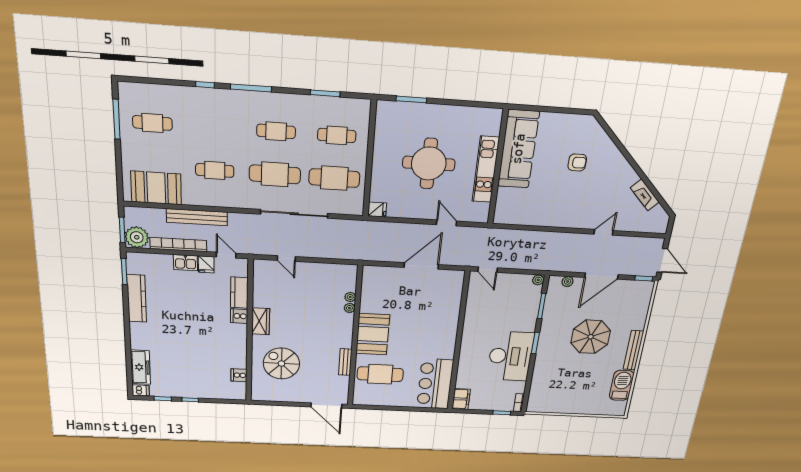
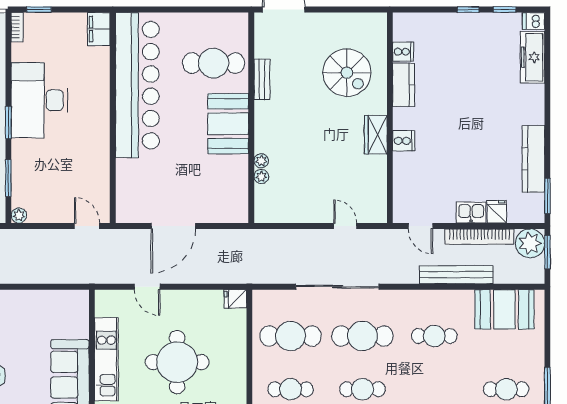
fridge: (206, 264) -> (497, 212), moved
kitchen counter: (239, 293) -> (404, 85), moved
bar counter: (435, 384) -> (137, 85), width x1.86

